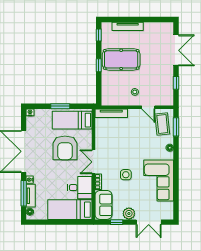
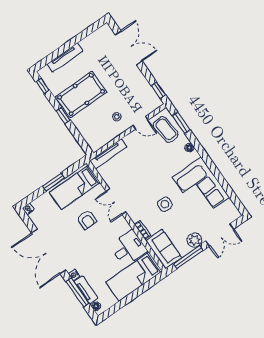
window: (176, 83) -> (158, 90), moved
armchair: (65, 148) -> (87, 220), width x0.53, depth x0.53
double door: (94, 162) -> (116, 201), moved
window: (117, 222) -> (188, 257), width x2.17

